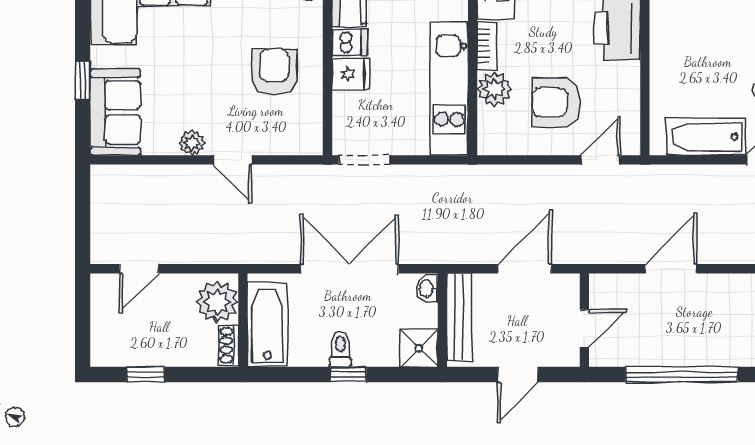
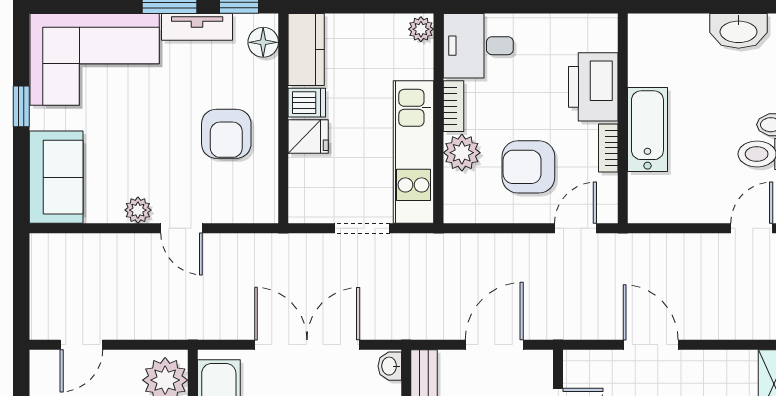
armchair: (274, 72) -> (226, 134), turned 180
window: (83, 80) -> (21, 106), moved
bookcase: (631, 85) -> (608, 148), added
bathtub: (706, 137) -> (647, 129), moved, turned 90
doorway: (364, 160) -> (362, 228), moved
door: (671, 269) -> (651, 345), hinge flipped

